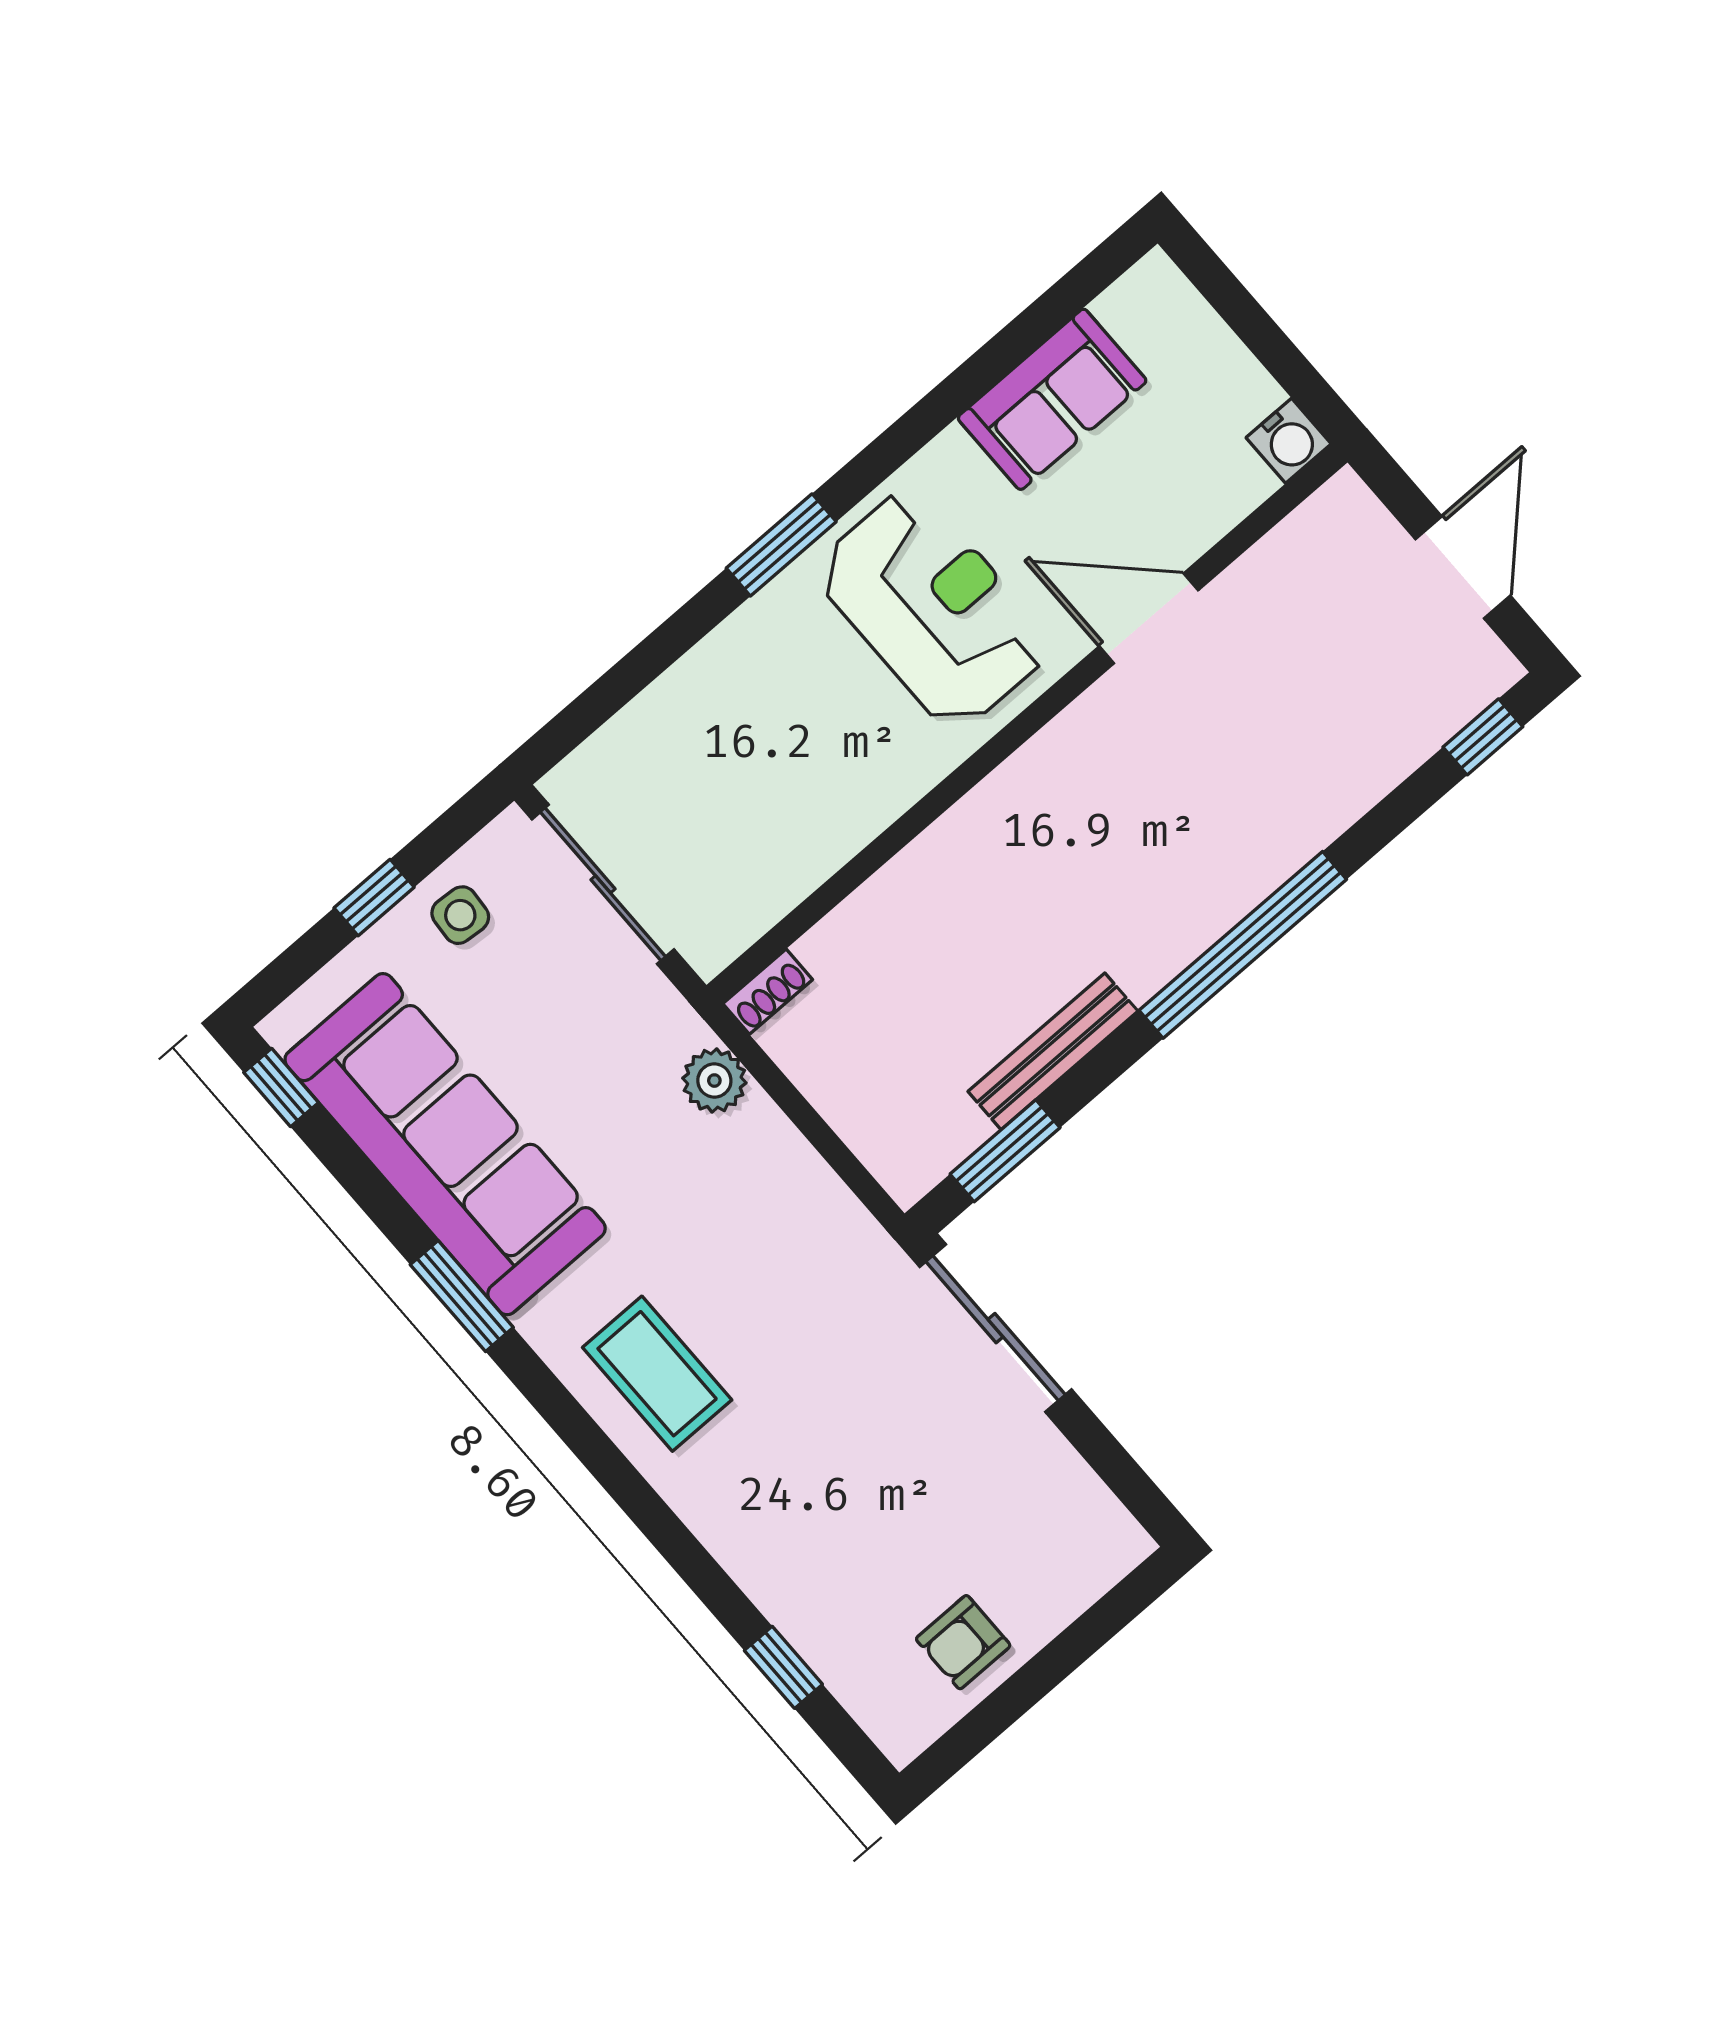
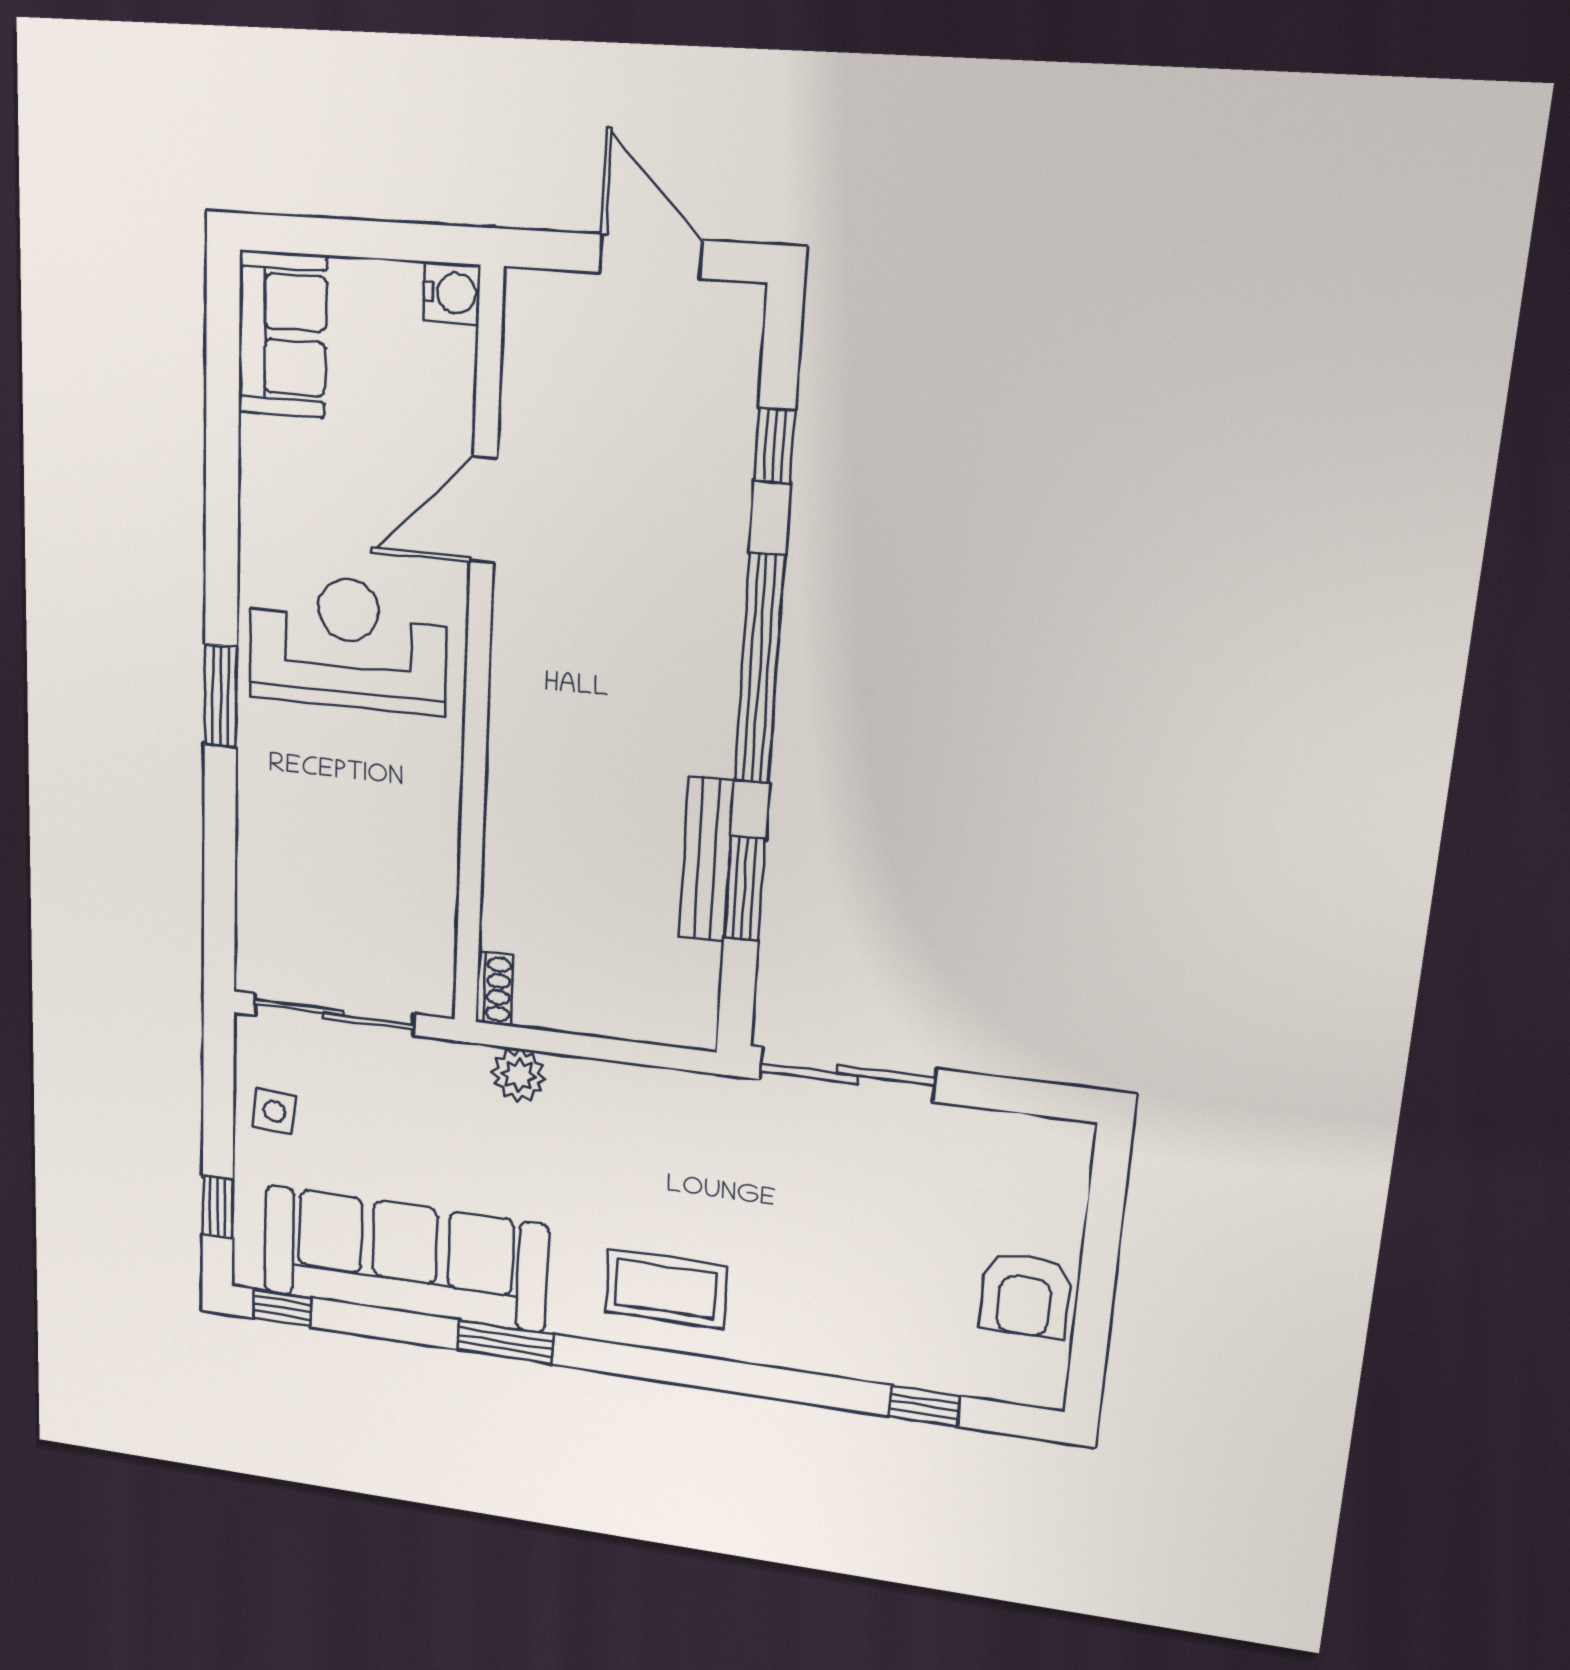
sofa: (1052, 399) -> (282, 334), moved
window: (1483, 737) -> (775, 446), moved
window: (374, 898) -> (218, 1207), moved
window: (1005, 1151) -> (744, 888), moved
armchair: (963, 1642) -> (1025, 1295), width x1.38, depth x1.38

